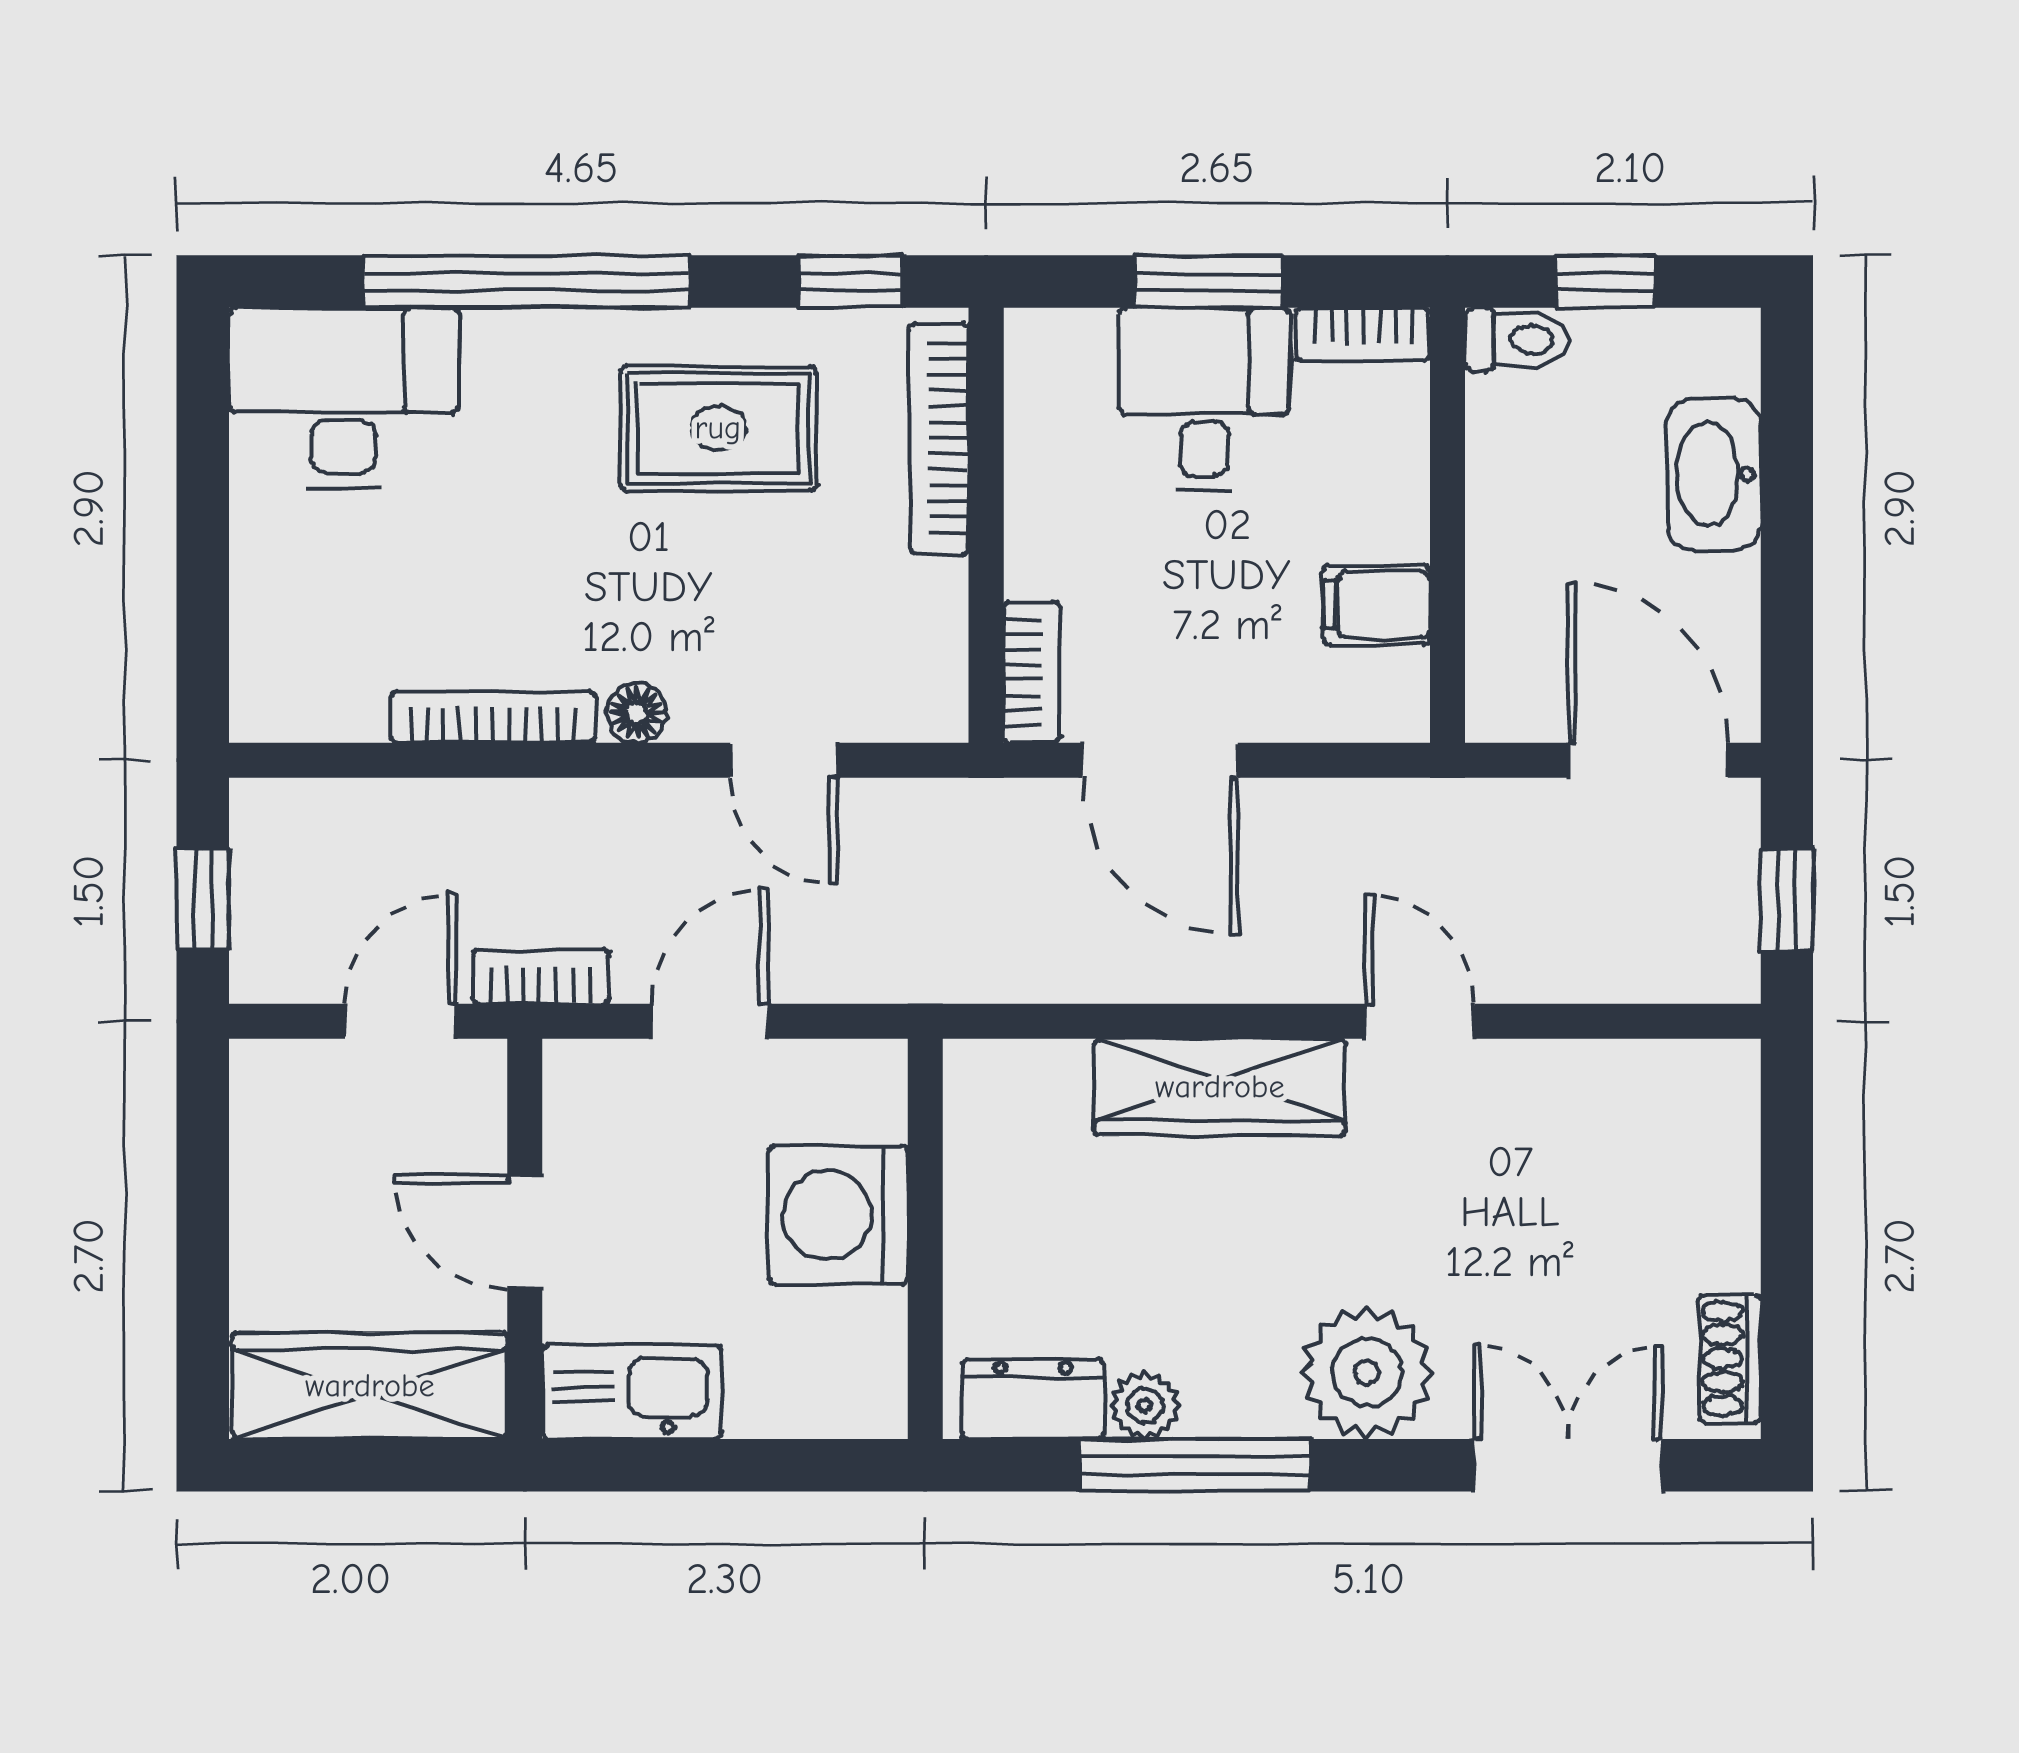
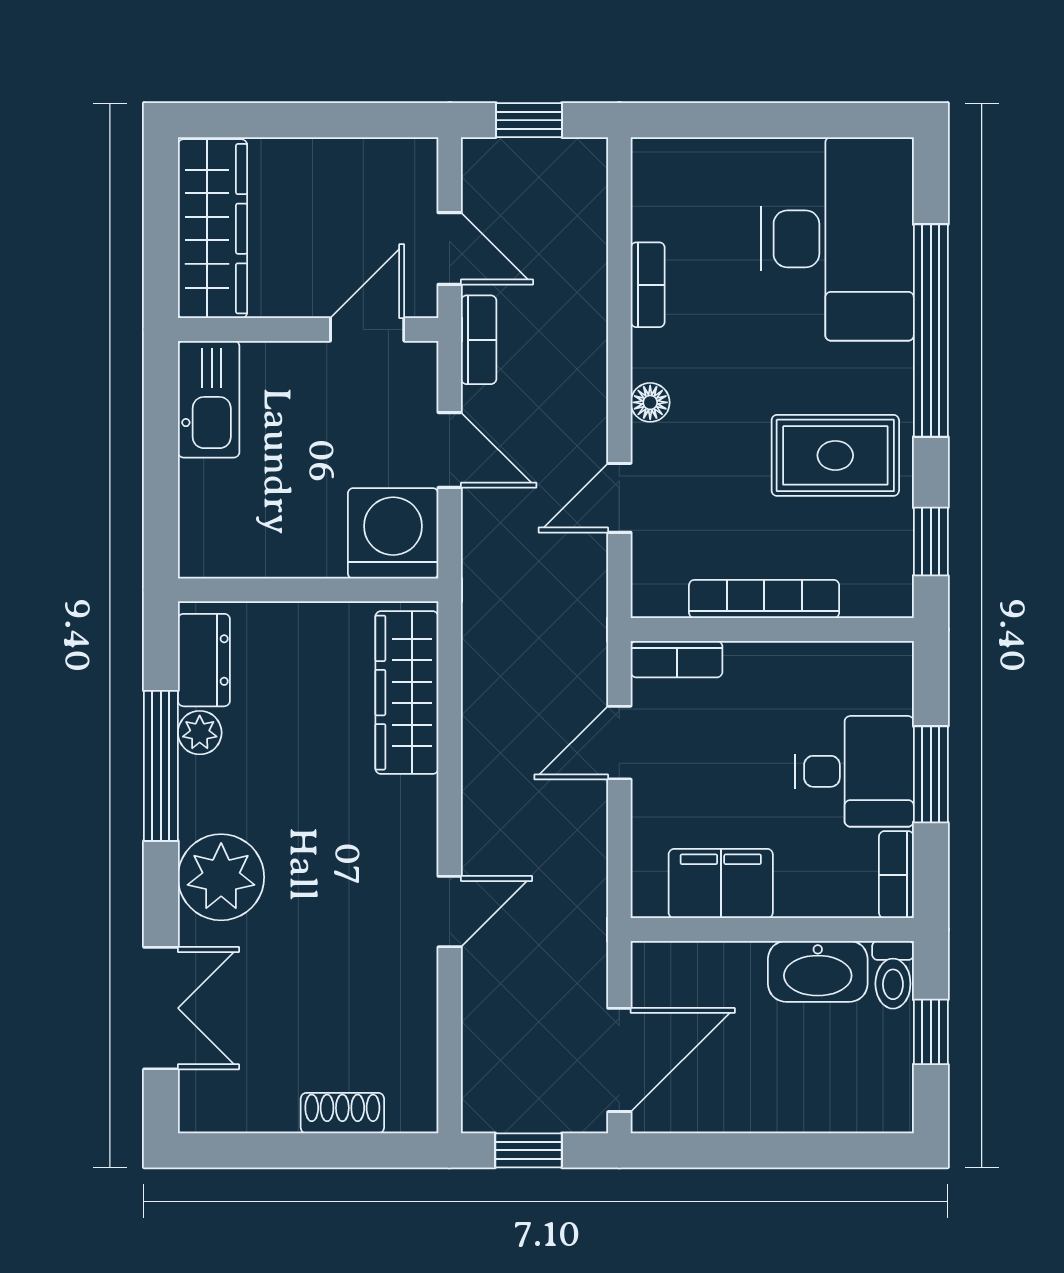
desk: (344, 398) -> (838, 239), width x1.36, depth x1.30
rug: (718, 428) -> (835, 455), turned 90
bookcase: (939, 438) -> (764, 599), moved
washbasin: (1714, 474) -> (818, 971), moved, turned 180
filing cabinet: (1377, 604) -> (721, 884), width x2.00
bookcase: (493, 717) -> (648, 285), width x0.64
door: (1160, 760) -> (619, 743), width x0.73
wardrobe: (1220, 1087) -> (407, 693), moved
washing machine: (838, 1215) -> (393, 533), moved
door: (525, 1232) -> (367, 330), moved
shoe rack: (1730, 1358) -> (342, 1113), moved

